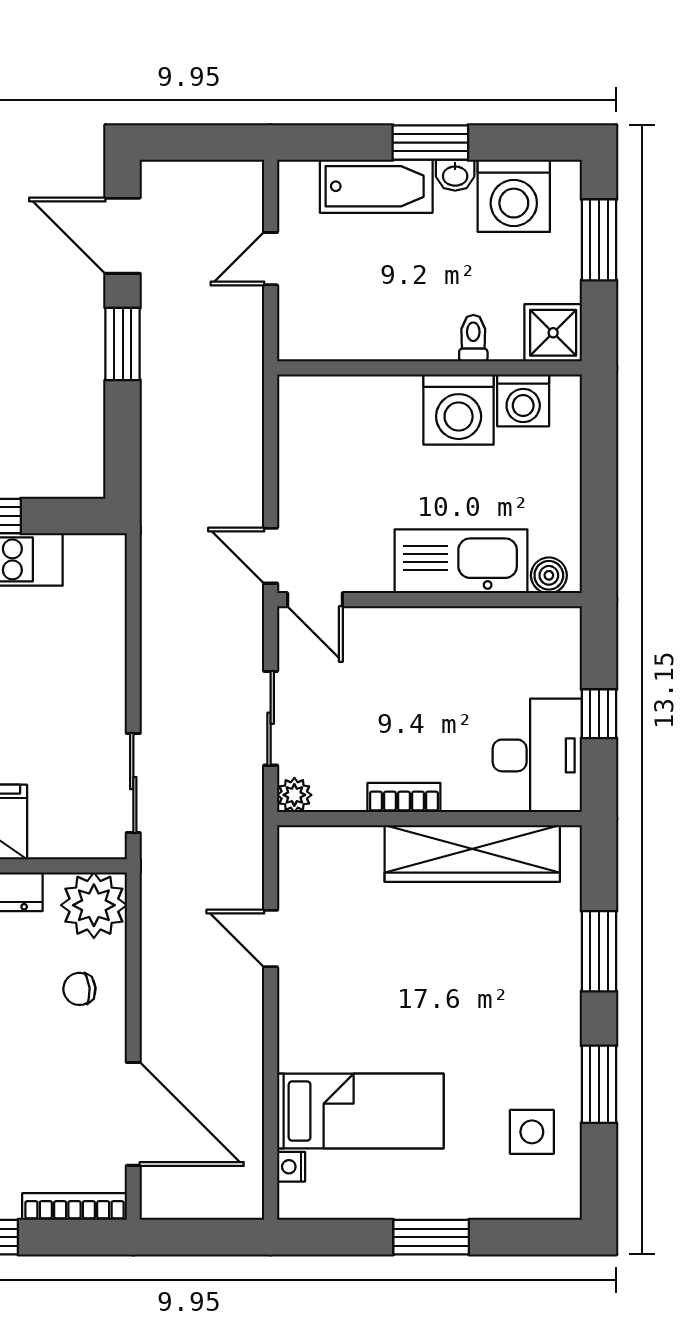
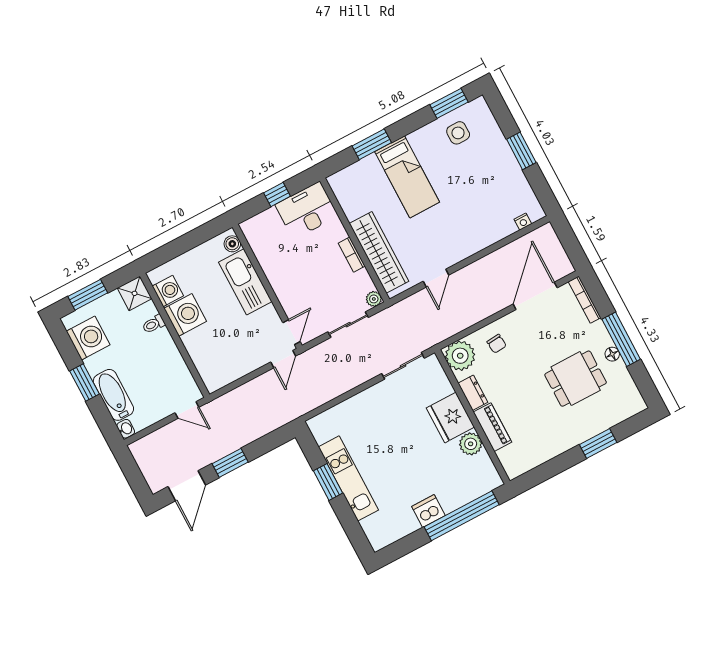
washbasin: (455, 175) -> (126, 429), moved
door: (271, 259) -> (187, 410), moved
wardrobe: (472, 853) -> (379, 252), moved
window: (599, 1084) -> (449, 103), moved
bed: (360, 1111) -> (407, 177), moved, turned 180

